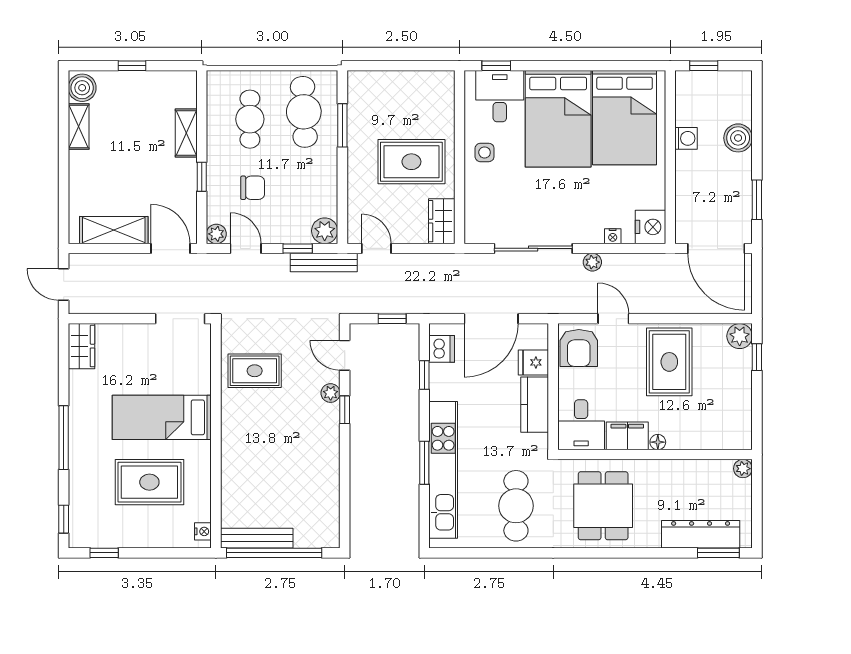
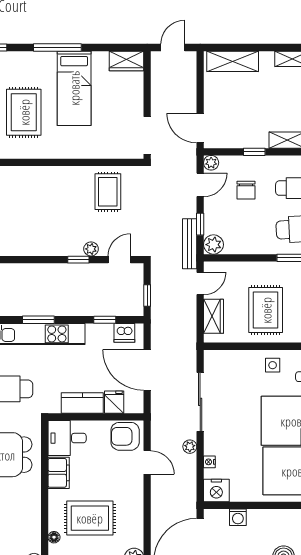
washing machine: (686, 138) -> (238, 517), moved
wardrobe: (442, 221) -> (214, 316), moved, turned 90
shelving: (114, 230) -> (233, 61), moved, turned 90
door: (170, 248) -> (200, 128), swing flipped
door: (613, 319) -> (147, 462), hinge flipped
rug: (669, 362) -> (90, 518), moved
bed: (162, 417) -> (74, 88), moved, turned 180
floor lamp: (658, 442) -> (54, 537), moved

